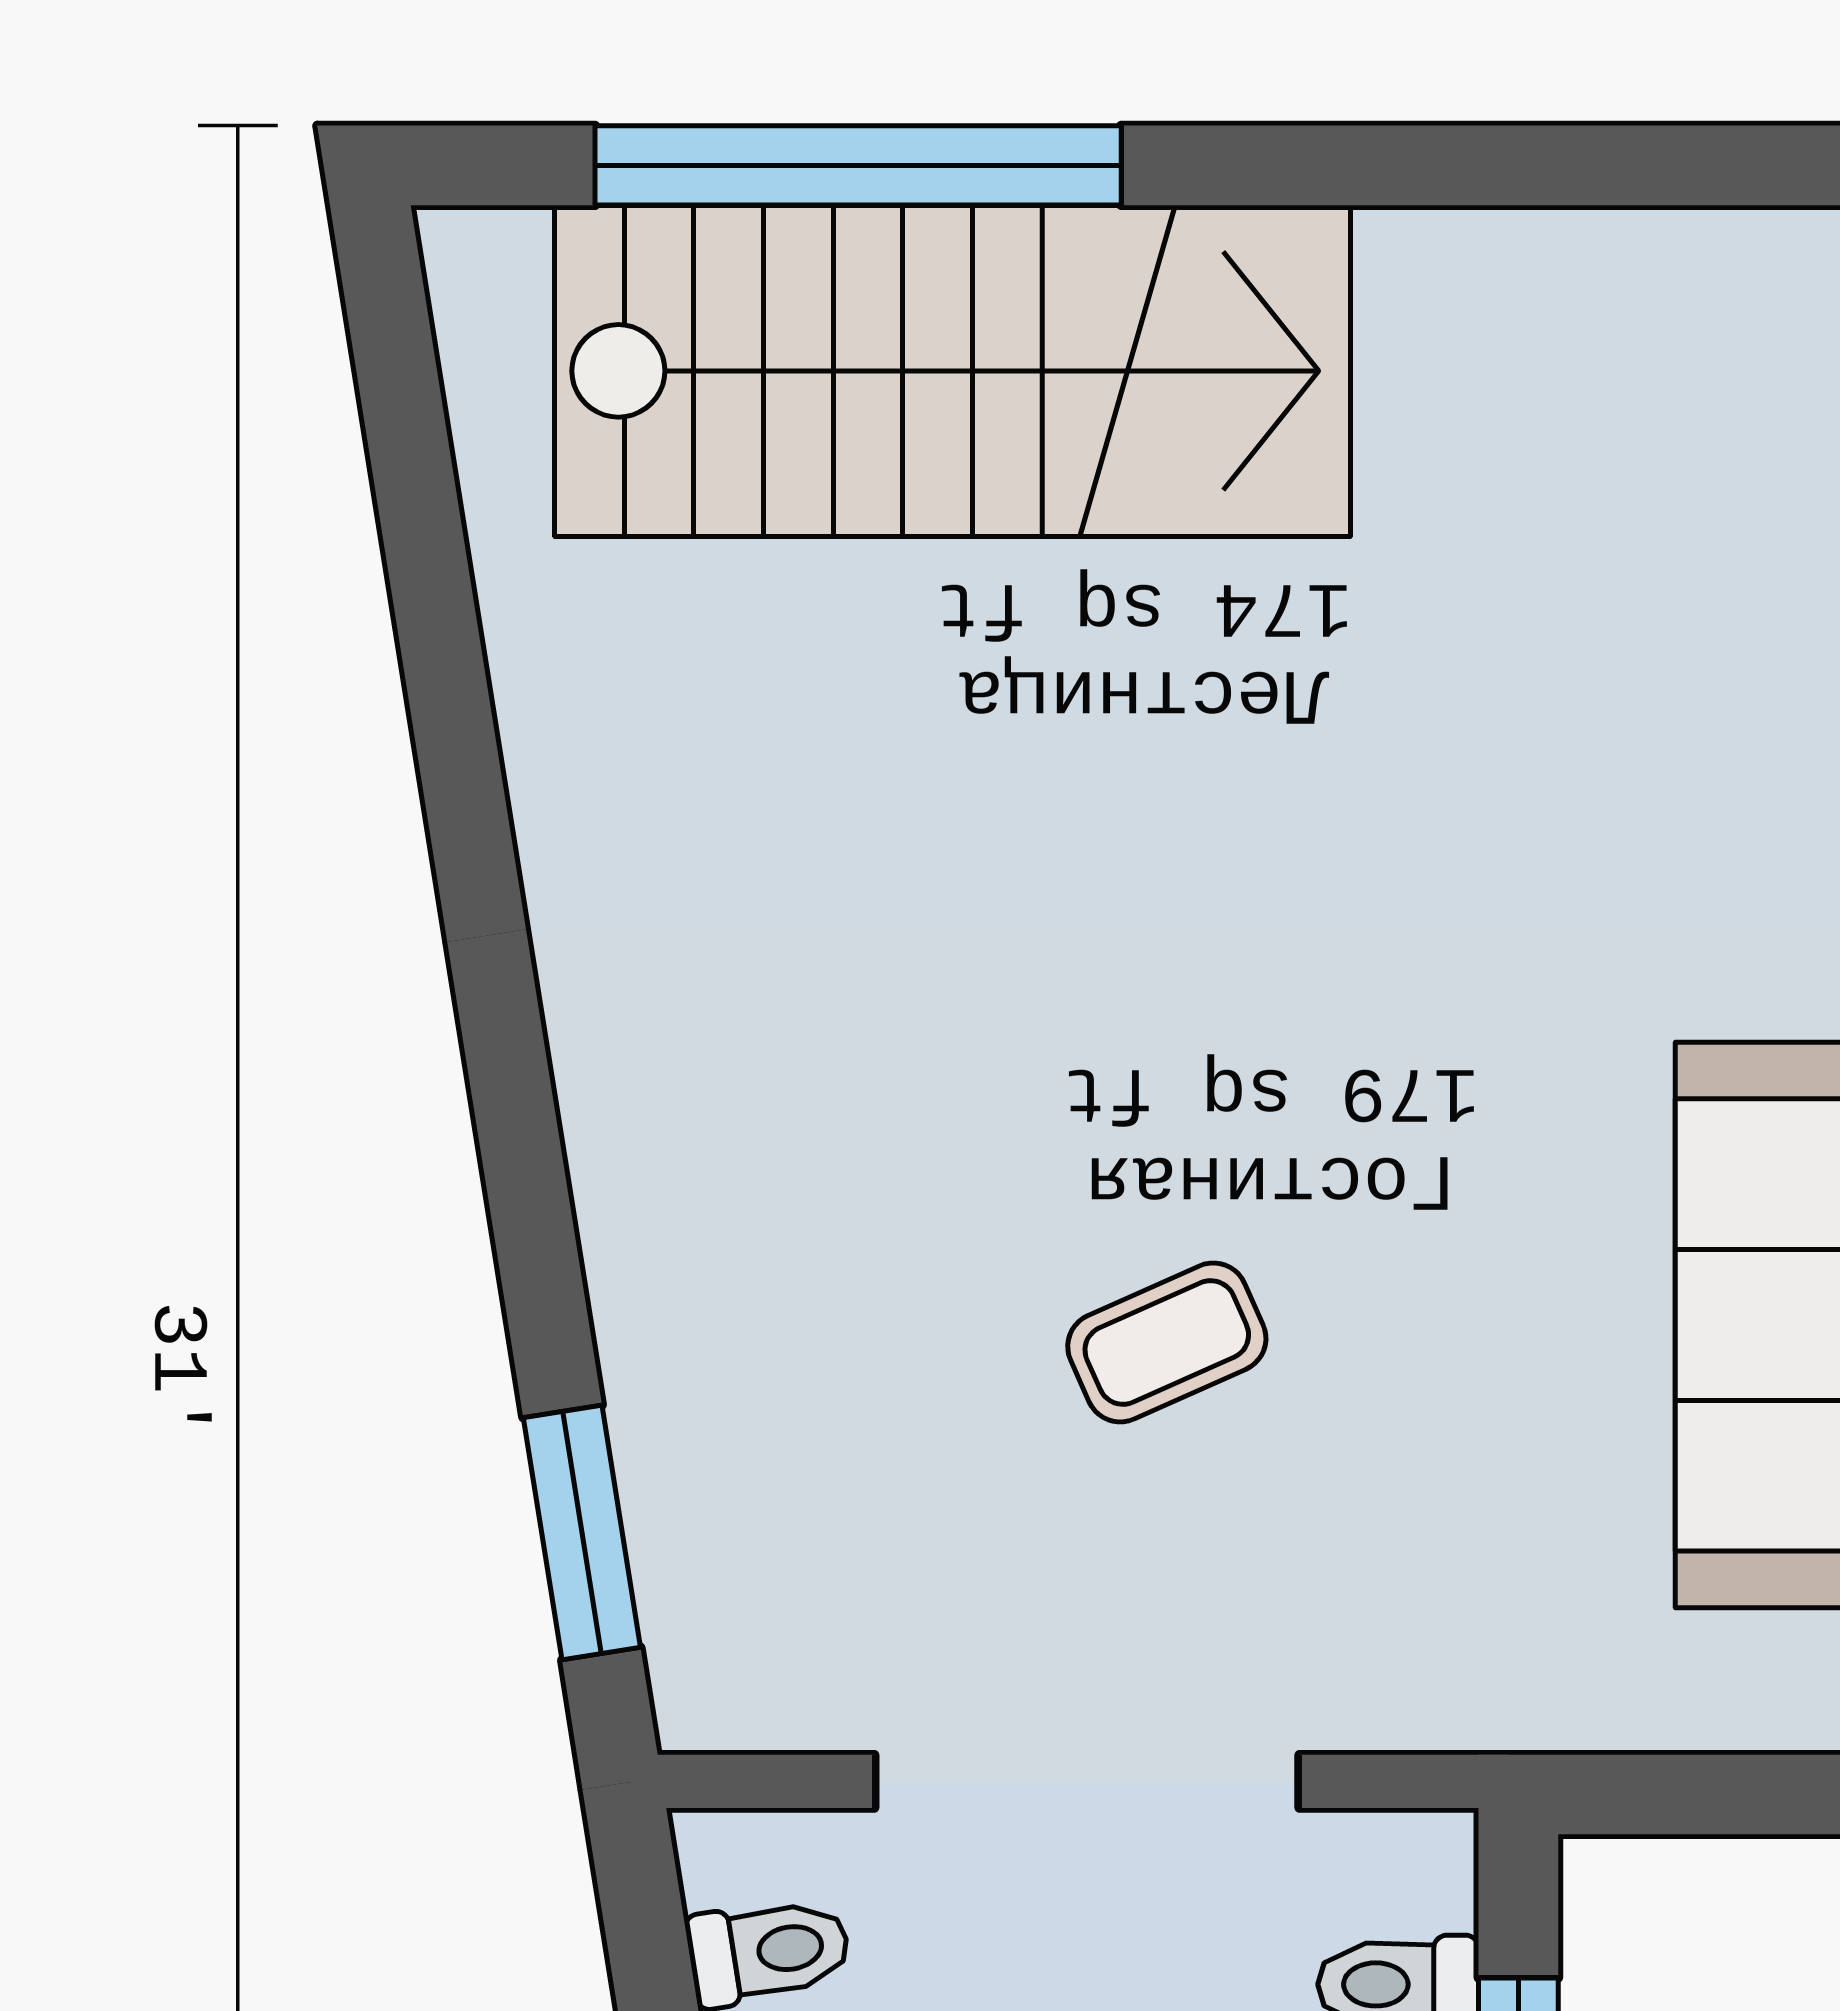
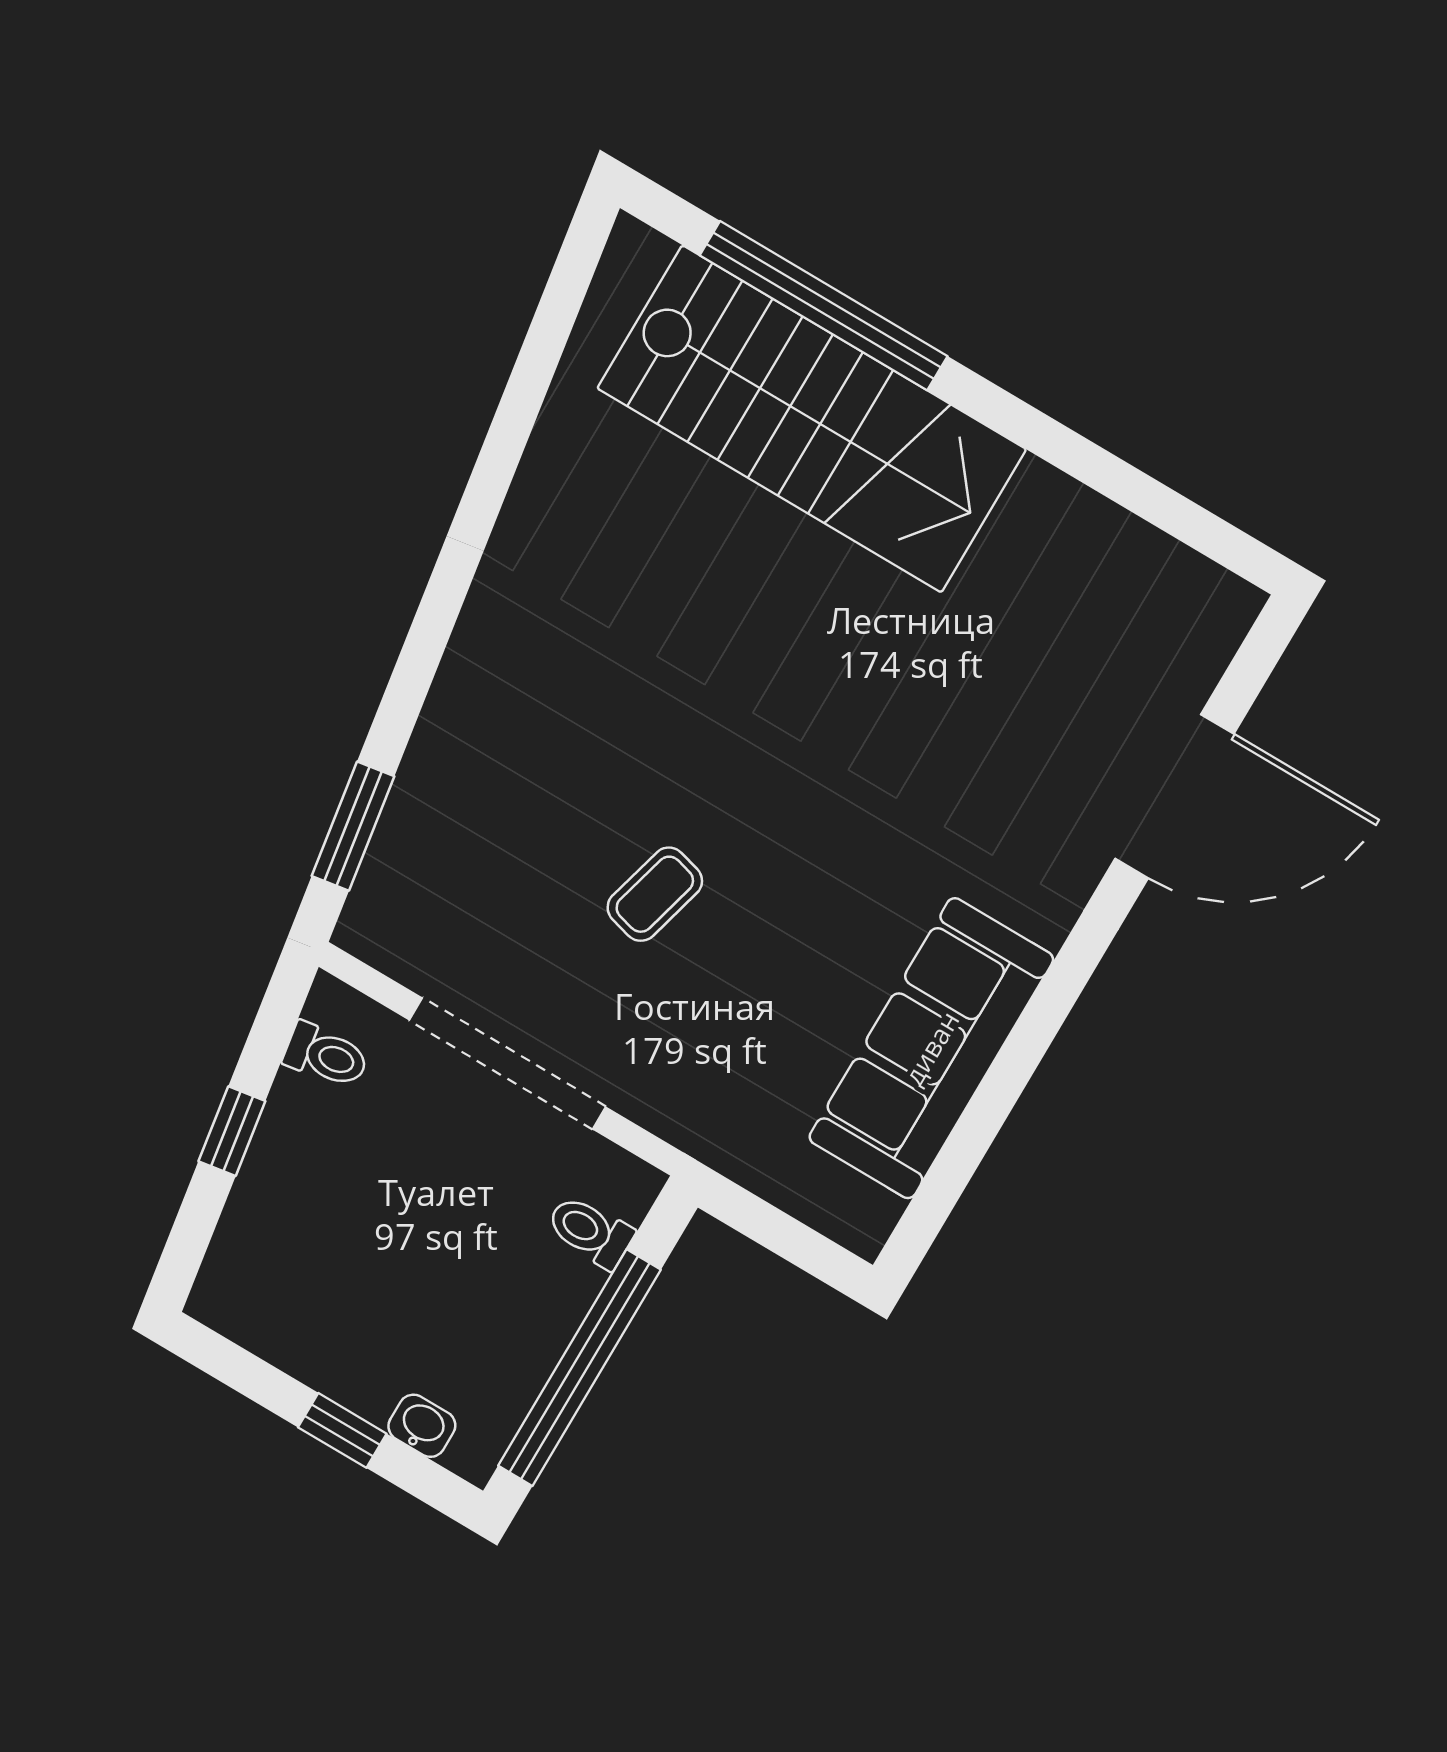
coffee table: (1167, 1342) -> (655, 894), turned -51

